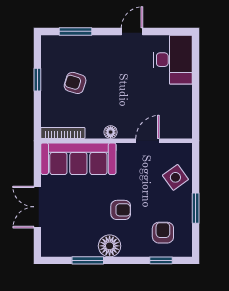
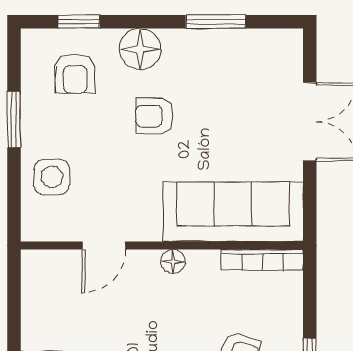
side table: (175, 177) -> (52, 177), turned 36
floor lamp: (110, 246) -> (140, 49), moved

